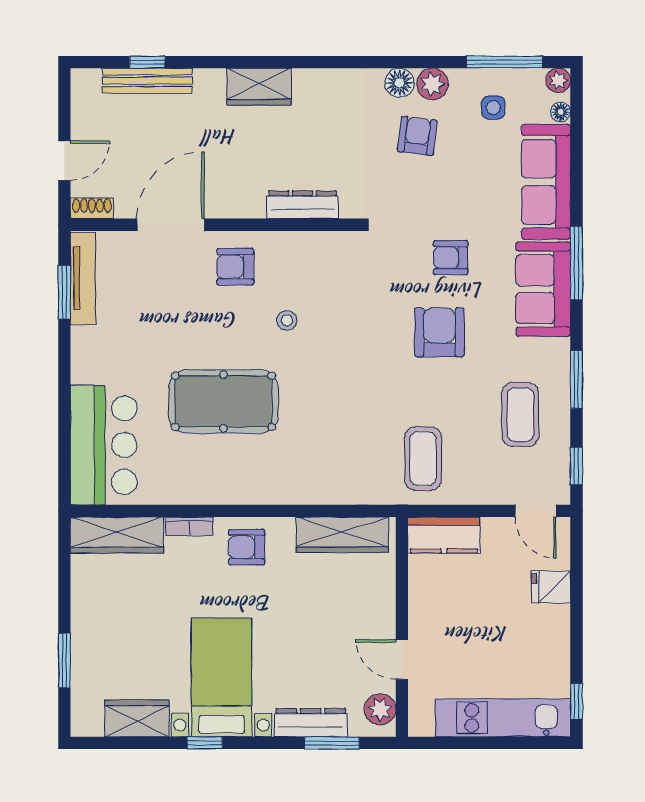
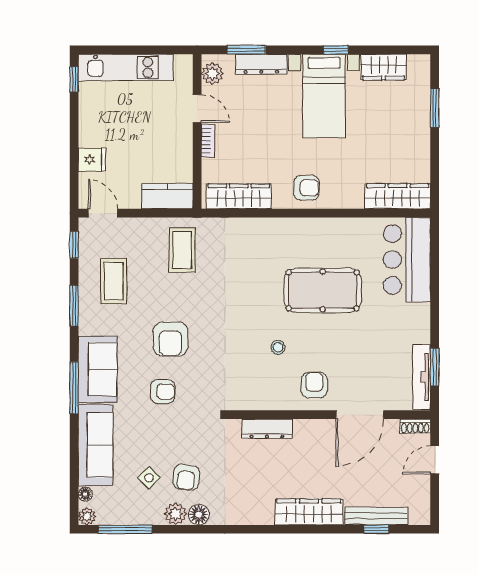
wardrobe: (259, 87) -> (309, 512), width x1.50
side table: (493, 108) -> (149, 478), moved, turned 45
armchair: (235, 267) -> (314, 385), turned -90
bookcase: (189, 526) -> (208, 140), moved, turned 90

